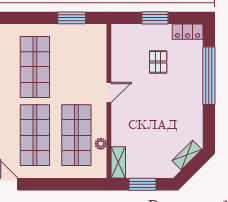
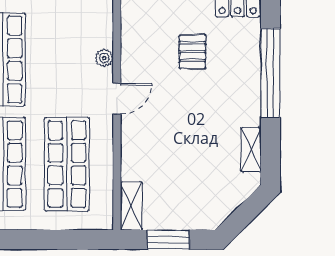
plant: (101, 144) -> (104, 58), moved
shelving: (187, 155) -> (251, 150), moved, turned -45

